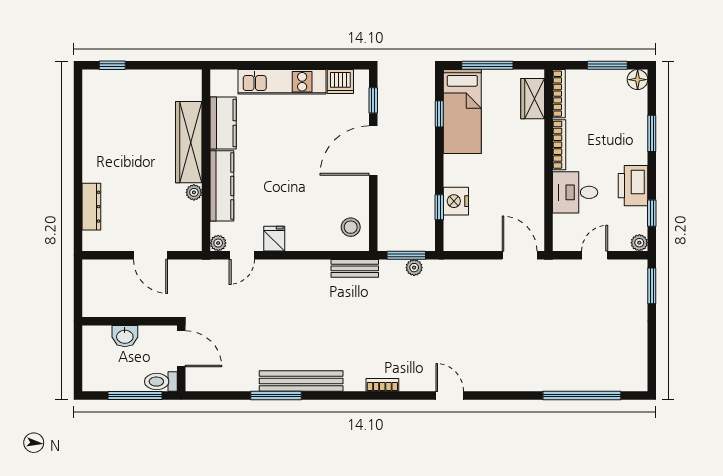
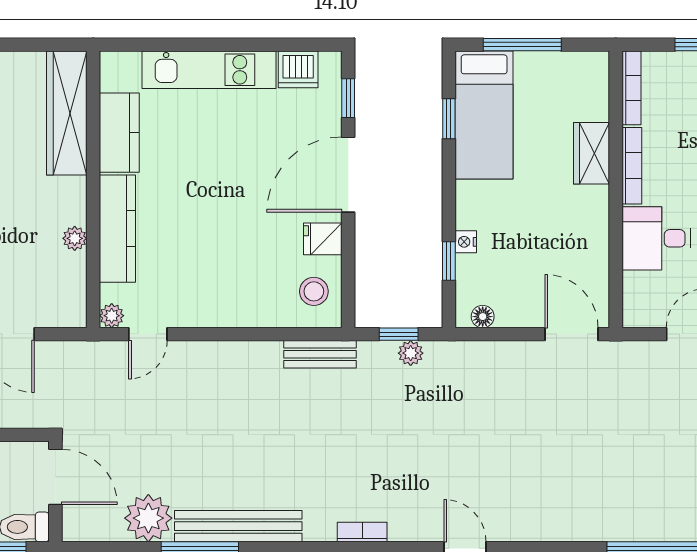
wardrobe: (533, 99) -> (592, 153), moved
wardrobe: (189, 142) -> (67, 113), moved
nightstand: (456, 201) -> (466, 242), width x0.53, depth x0.56
fridge: (274, 239) -> (323, 239), moved, turned -90
floor lamp: (461, 244) -> (483, 317), added
window: (406, 255) -> (399, 334), width x0.67
plant: (242, 376) -> (148, 518), added

